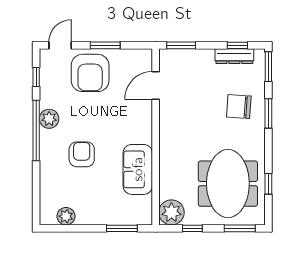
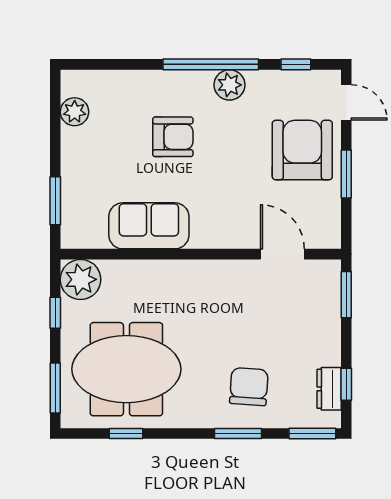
dresser: (234, 56) -> (329, 389), width x0.70
armchair: (90, 73) -> (302, 150), turned 90

